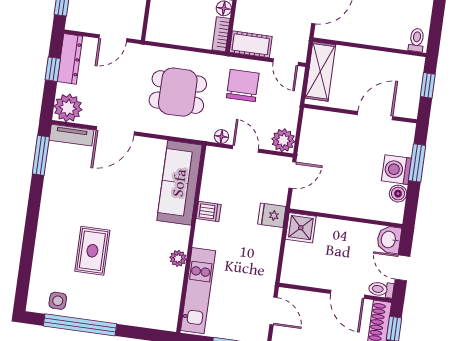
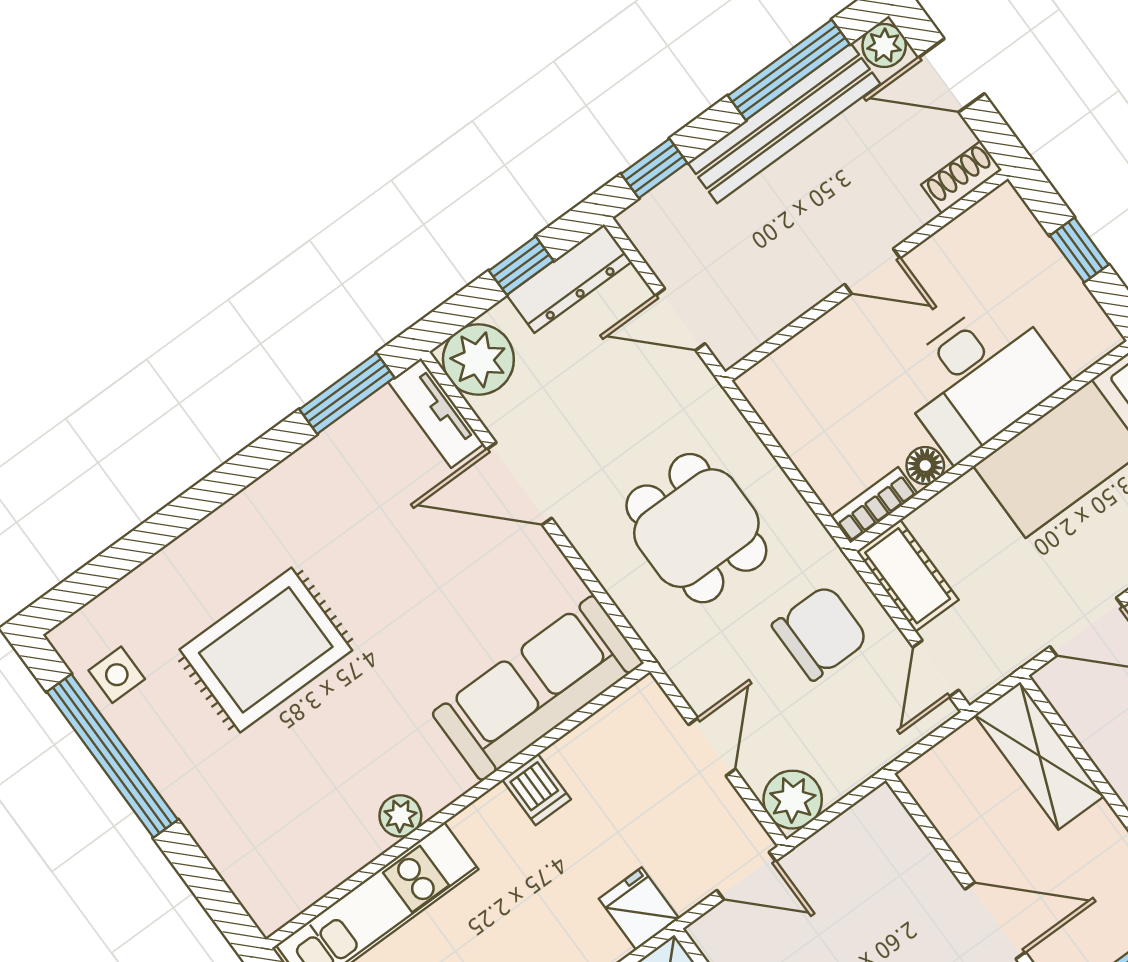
shelving: (320, 71) -> (1039, 756), moved, turned 90
floor lamp: (221, 136) -> (693, 683), removed
rug: (92, 251) -> (266, 650), width x1.36, depth x1.43

